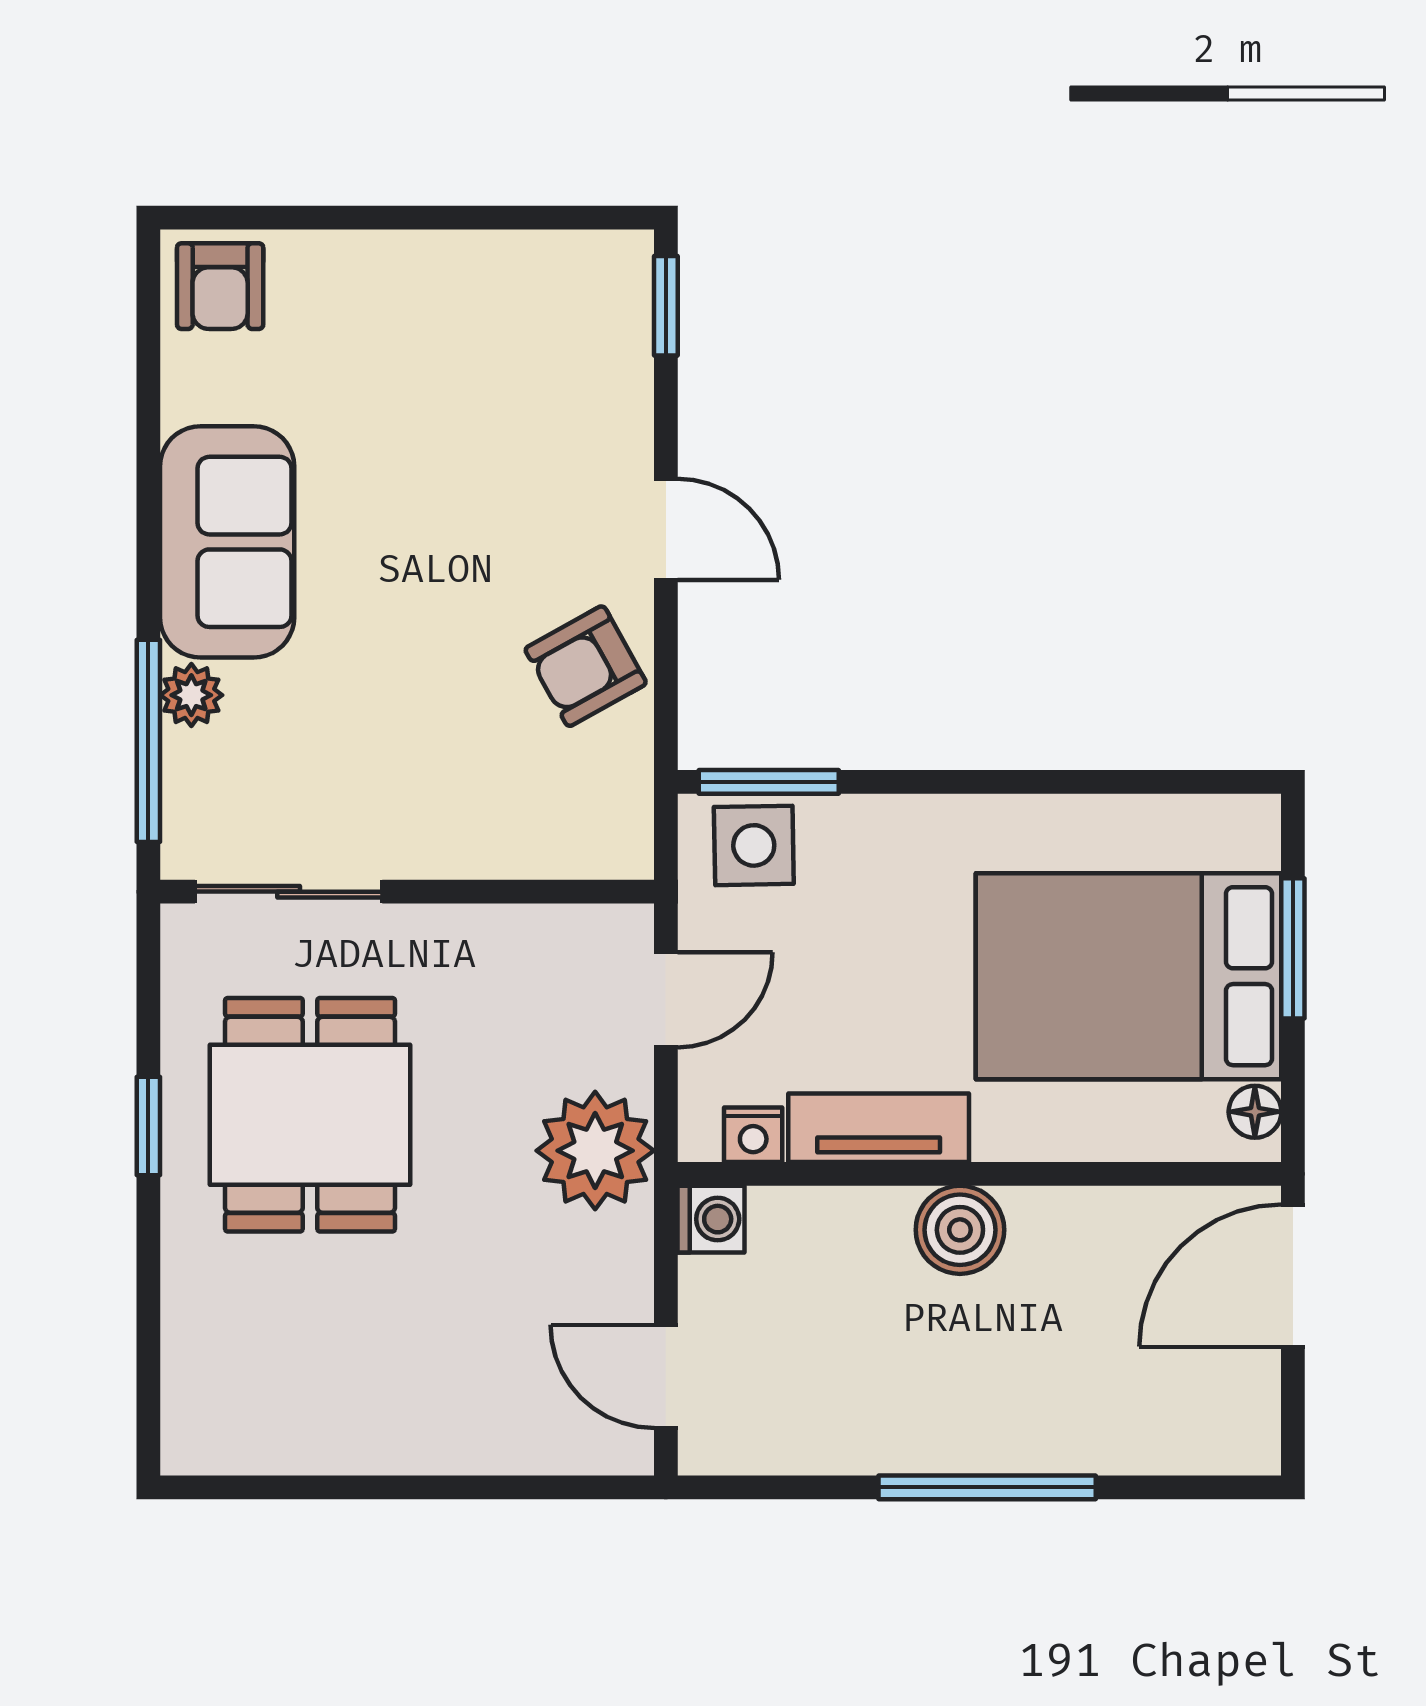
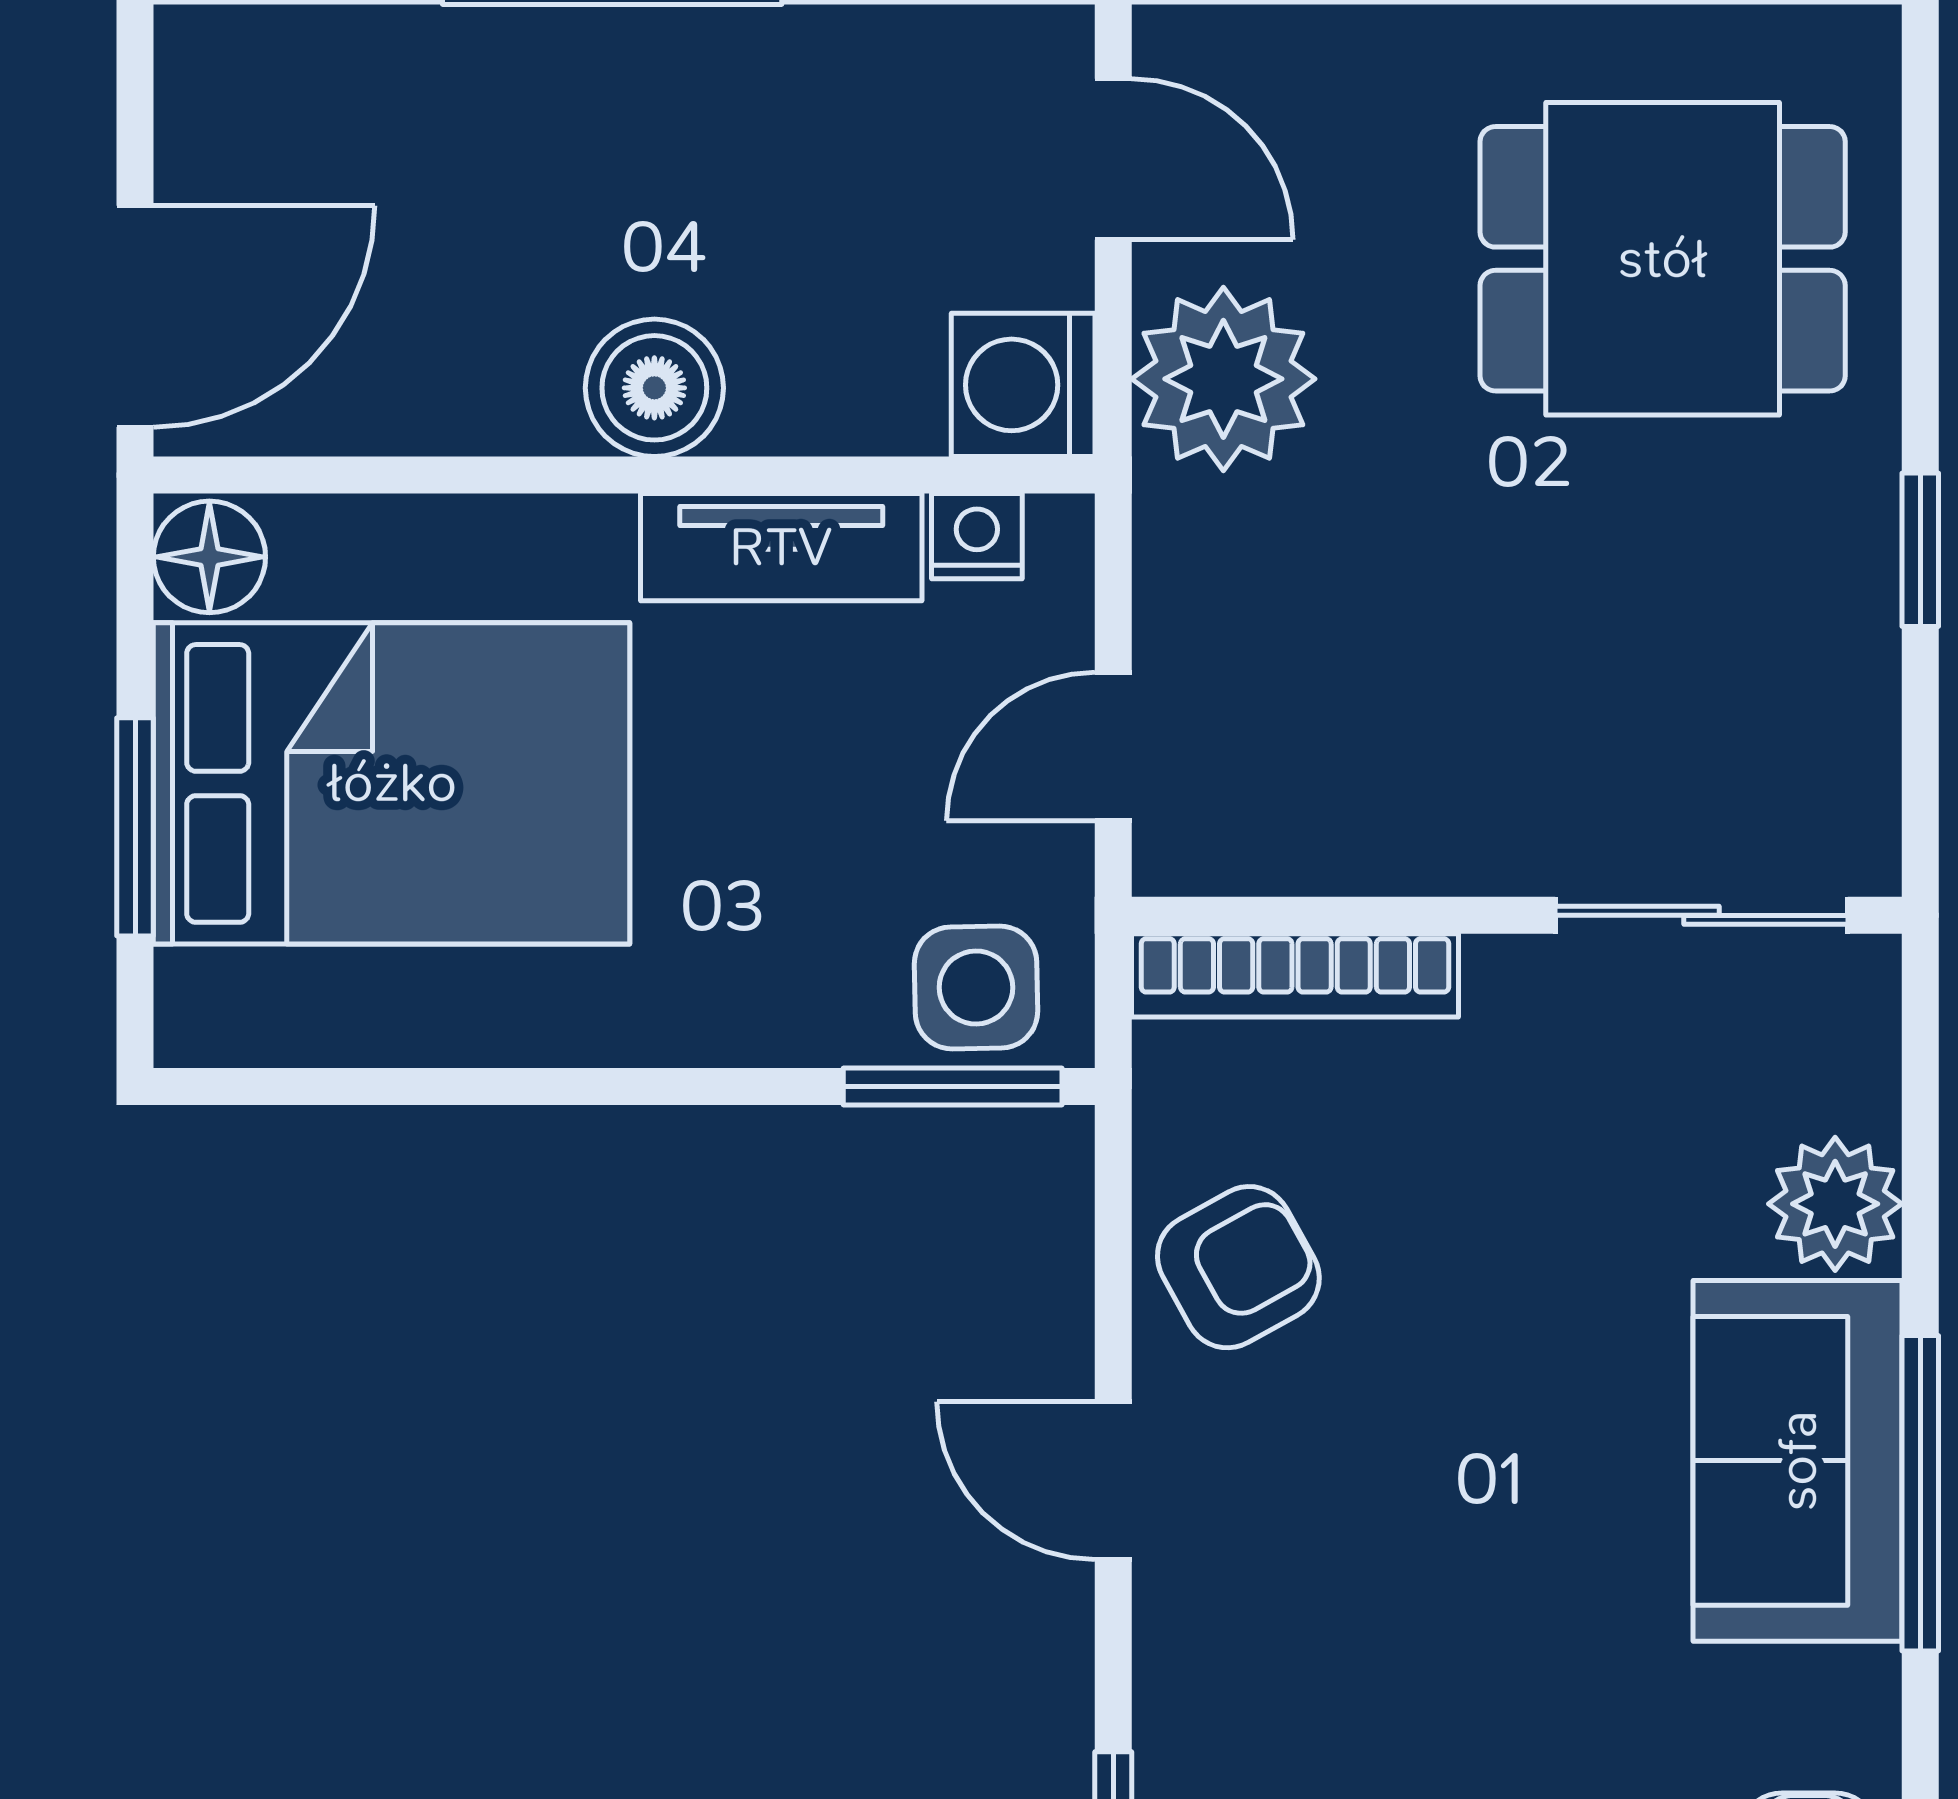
plant: (191, 695) -> (1835, 1204), width x1.38, depth x1.38
window: (148, 741) -> (1920, 1493), moved
bookcase: (549, 853) -> (1295, 975), added
floor lamp: (1255, 1112) -> (209, 557), width x1.37, depth x1.37
dining table: (310, 1115) -> (1663, 259), moved, turned 90
plant: (595, 1151) -> (1223, 379), moved
washing machine: (711, 1219) -> (1023, 385), width x1.38, depth x1.38

